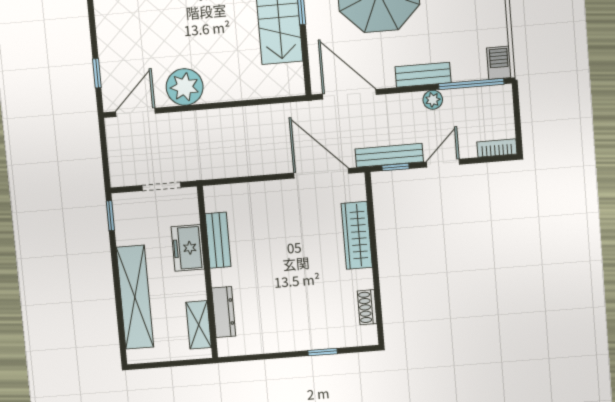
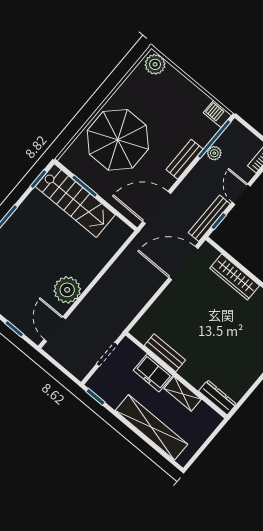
plant: (433, 100) -> (214, 153), moved
dresser: (224, 312) -> (217, 397), moved
shelving: (199, 325) -> (183, 394), moved

